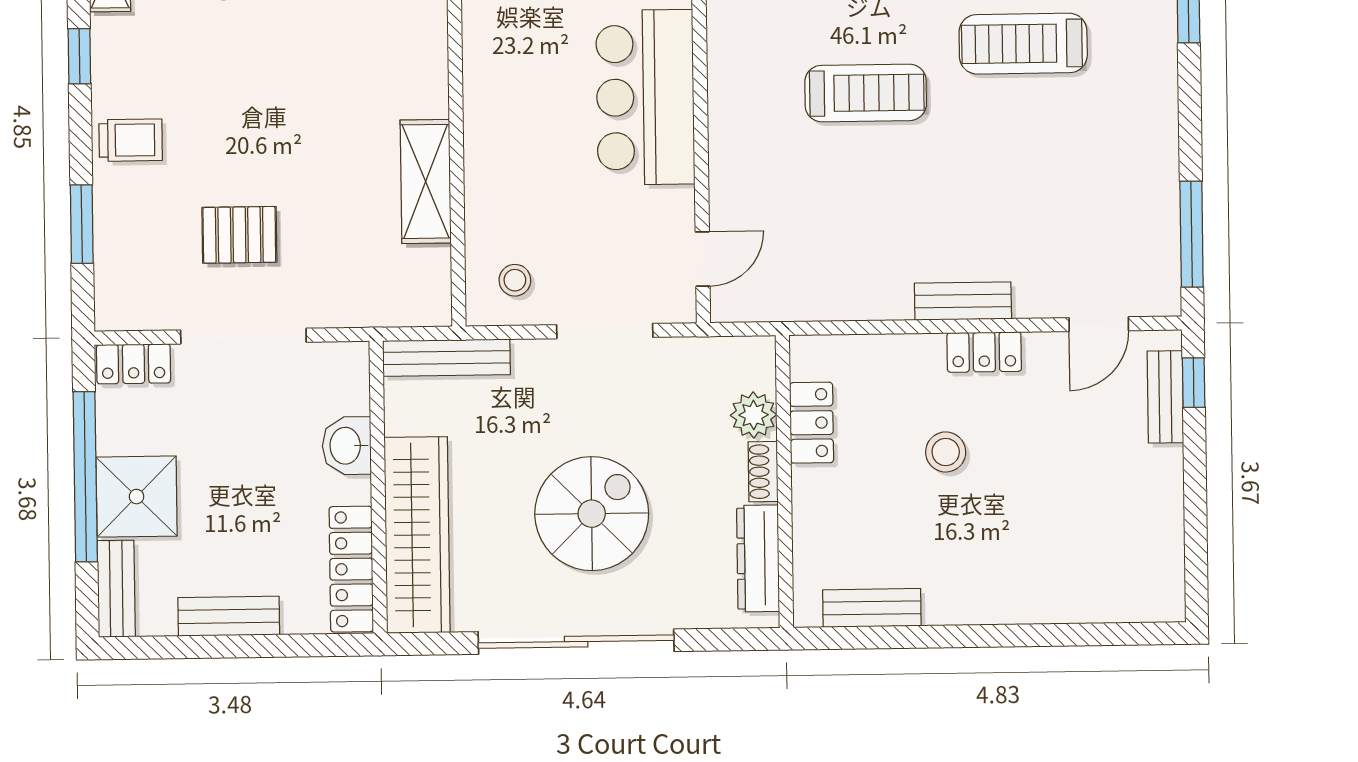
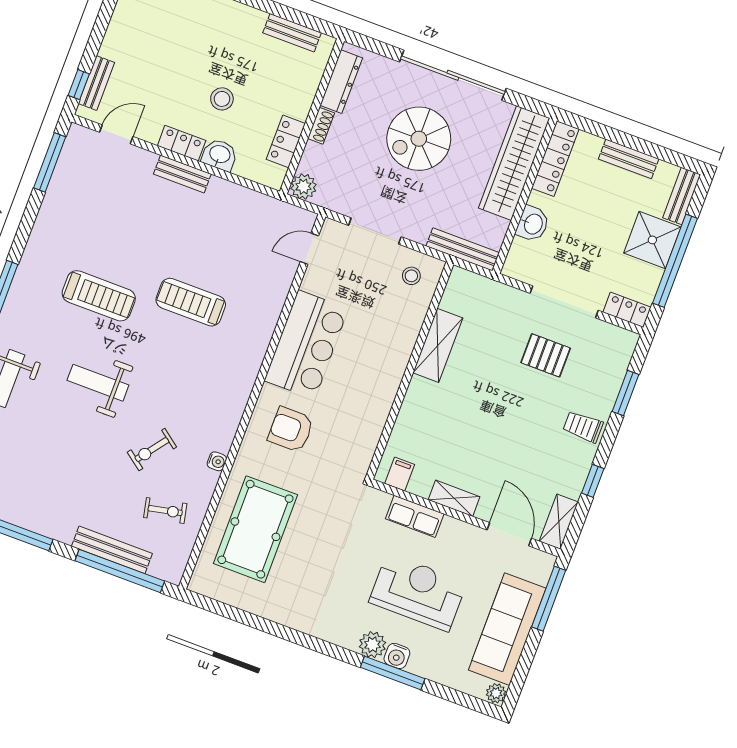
washbasin: (913, 357) -> (220, 155), added
plant: (754, 415) -> (303, 187), moved

